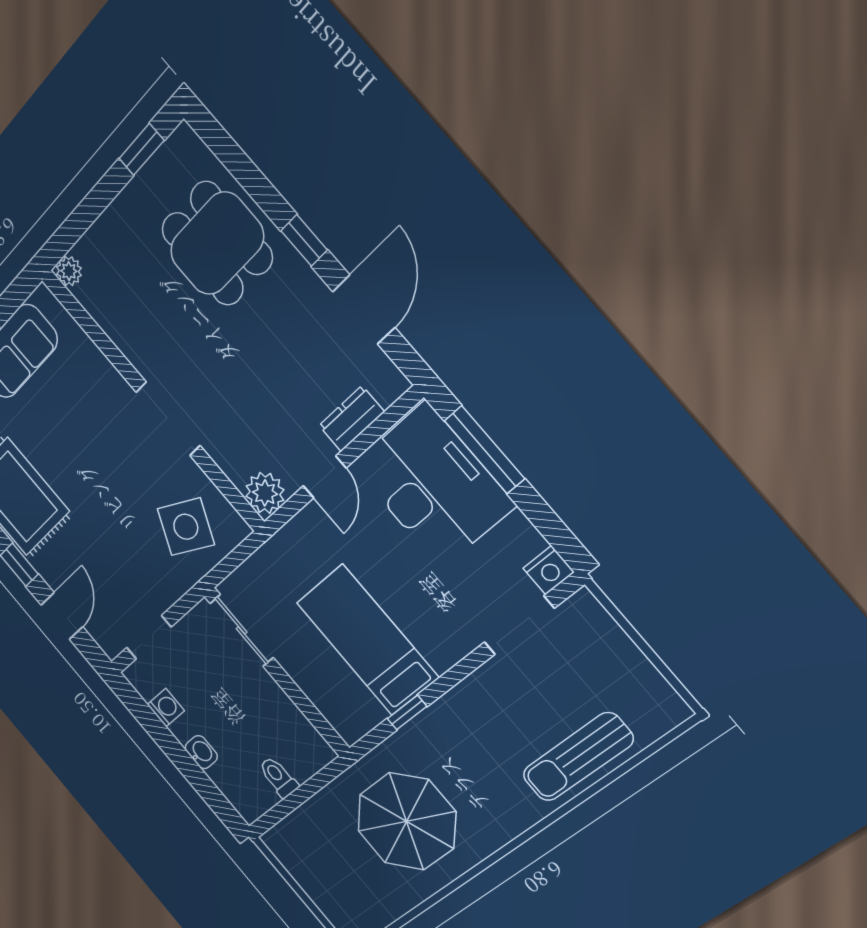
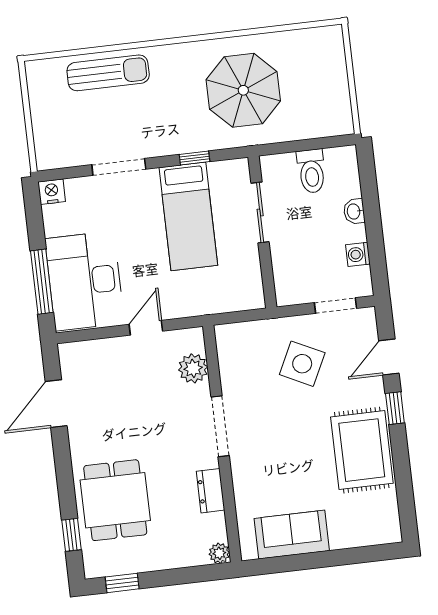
window: (304, 240) -> (72, 535), moved
dresser: (351, 419) -> (211, 491), moved, turned 90
plant: (265, 493) -> (193, 368), moved
side table: (186, 527) -> (302, 364), moved
doorway: (519, 625) -> (119, 167), moved
sliding door: (242, 630) -> (260, 213), moved
toilet: (278, 777) -> (311, 171), width x1.37, depth x1.39

